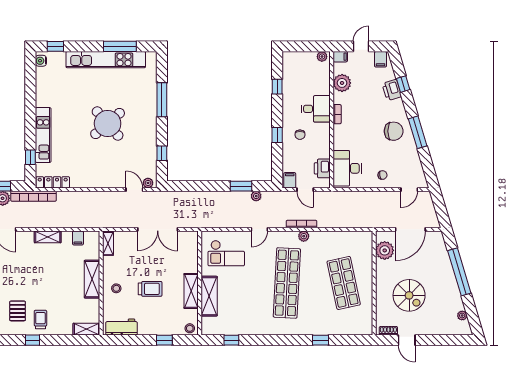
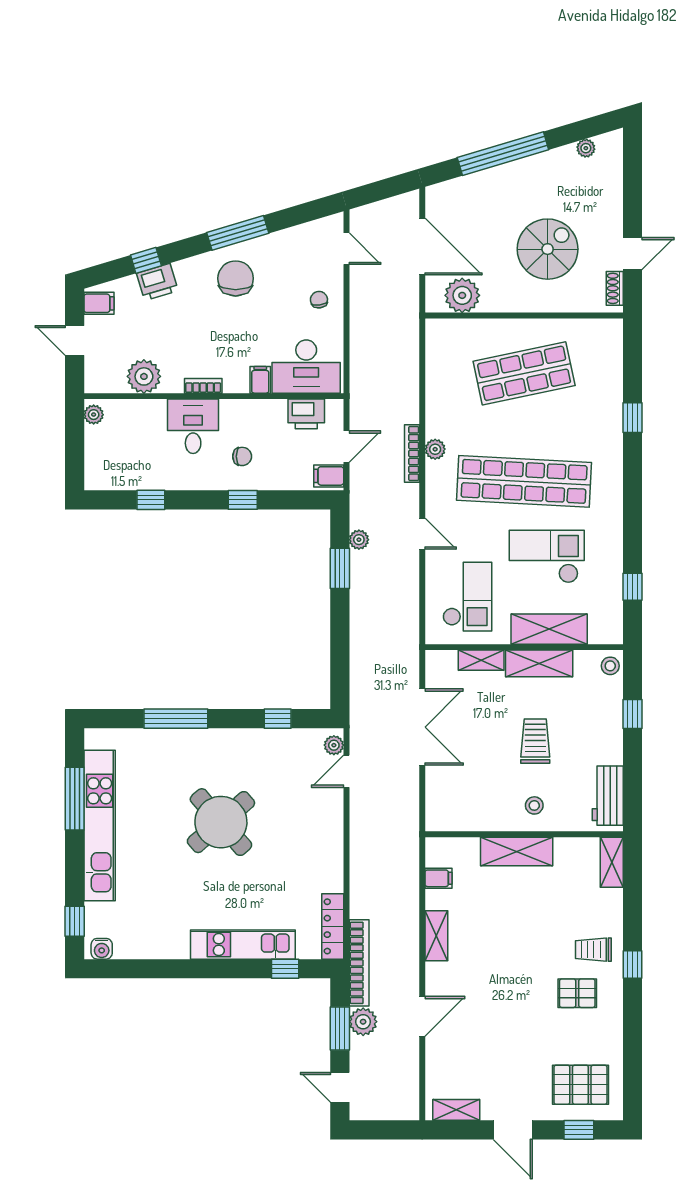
filing cabinet: (340, 57) -> (260, 380), moved
shelving: (108, 244) -> (481, 660), moved
checkout: (247, 295) -> (547, 557), added

